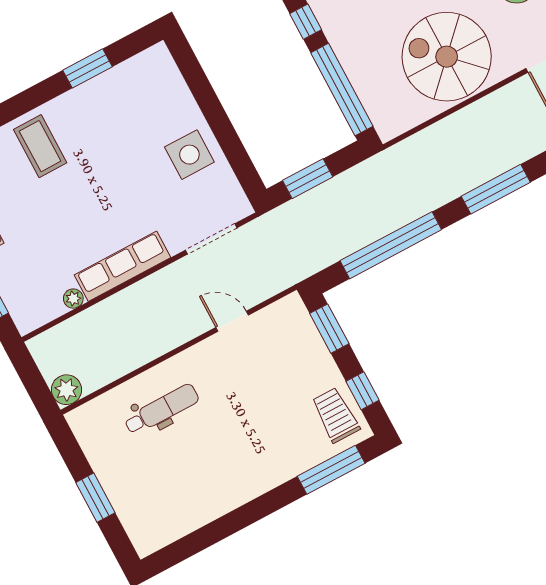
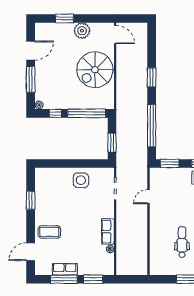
window: (496, 189) -> (152, 77), width x0.69
row of seats: (123, 266) -> (108, 232), width x0.68
plant: (66, 390) -> (141, 269), removed
dental chair: (162, 409) -> (182, 242), moved

